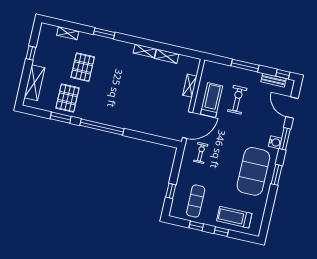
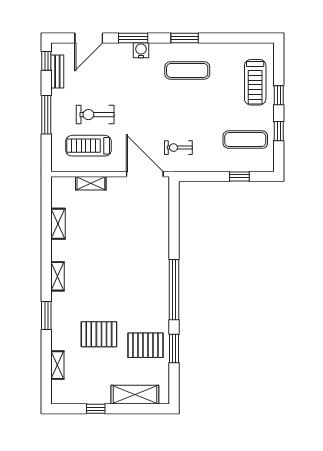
shelving: (145, 51) -> (58, 276), moved
treadmill: (212, 100) -> (88, 146), moved
exercise mat: (253, 171) -> (187, 70), width x0.50, depth x0.69

